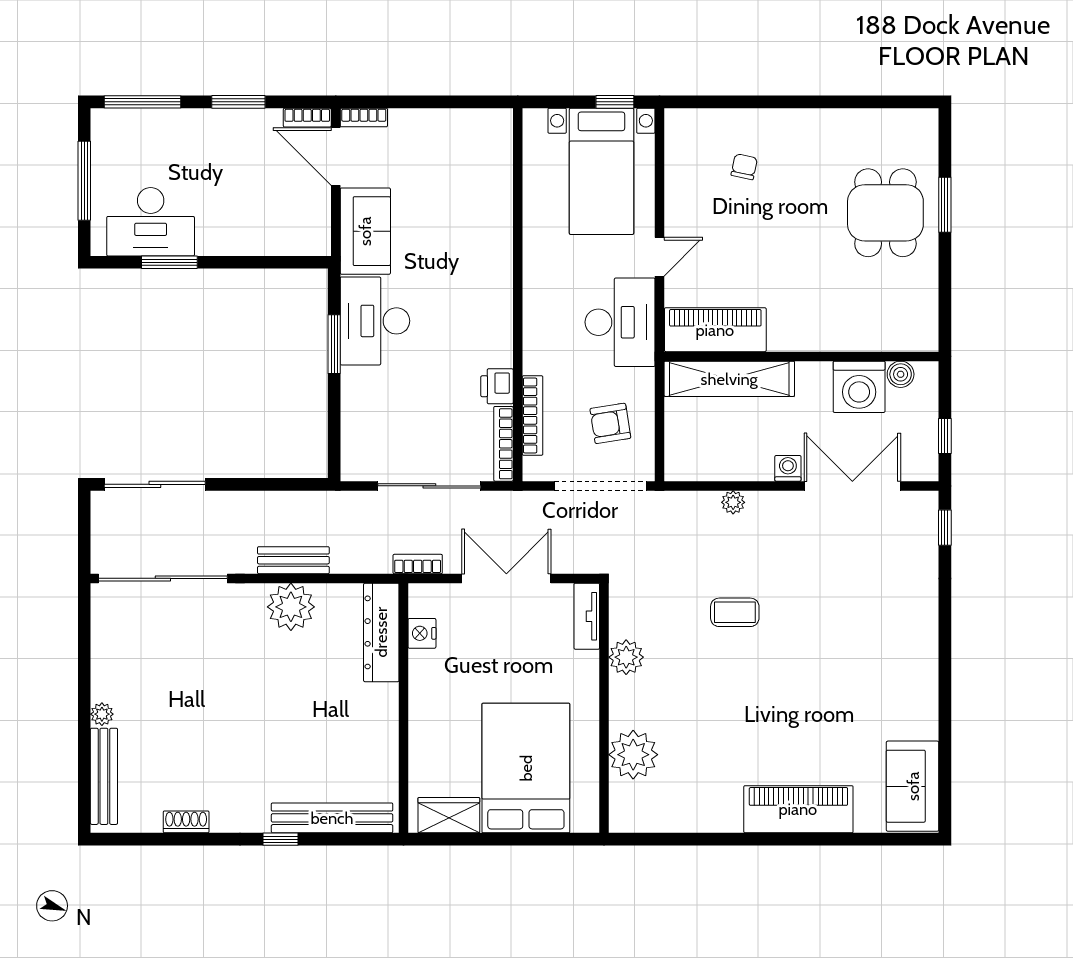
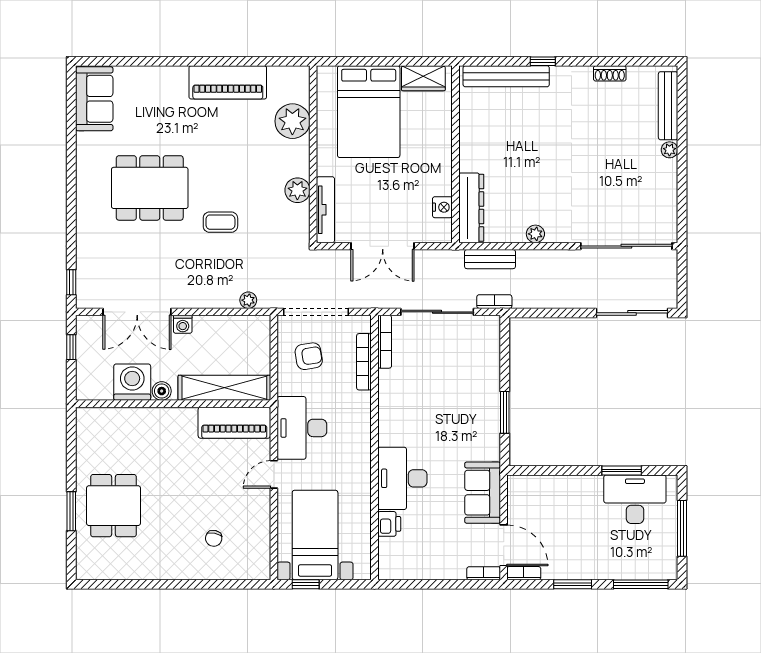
desk: (375, 321) -> (402, 478), moved, turned 180
boiler: (901, 374) -> (162, 391), moved
printer: (497, 386) -> (389, 524), moved
plant: (733, 502) -> (248, 300), moved
bench: (293, 560) -> (490, 259), moved
bookcase: (418, 564) -> (494, 302), moved, turned 180
plant: (291, 607) -> (535, 234), width x0.53, depth x0.53
tv unit: (587, 616) -> (325, 210), width x1.41
dining table: (834, 660) -> (150, 188), added
piano: (798, 809) -> (228, 82), moved

